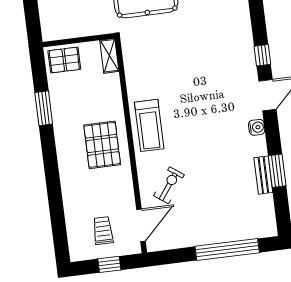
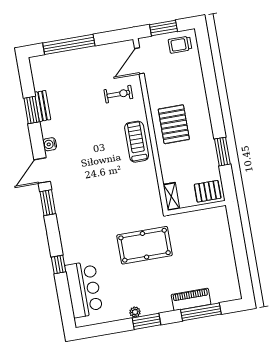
window: (262, 55) -> (48, 203), width x1.50
exercise bike: (169, 185) -> (118, 94), turned -126
trolley: (103, 231) -> (180, 45), moved, turned 90
window: (109, 264) -> (163, 28), width x1.50

